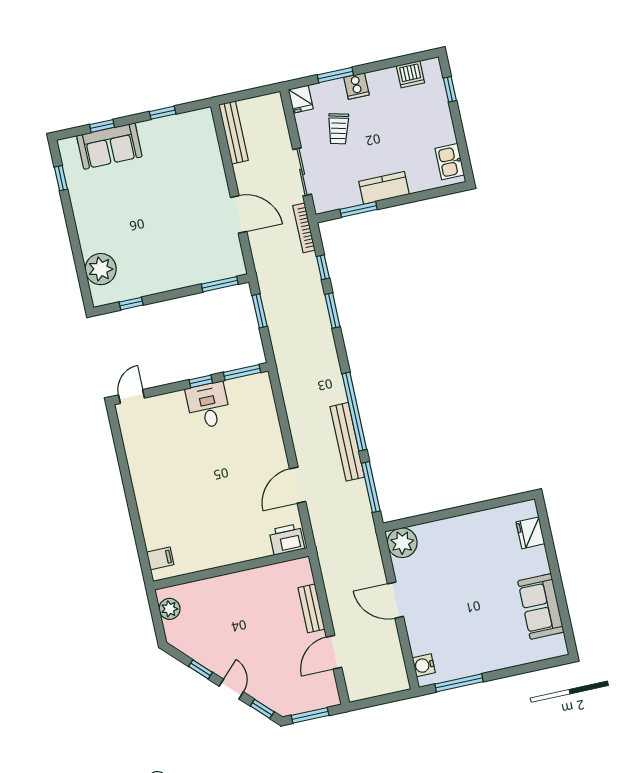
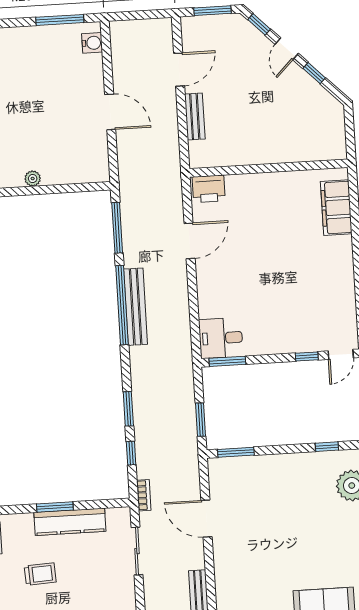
trolley: (338, 129) -> (40, 574), moved, turned 73
kitchen counter: (384, 188) -> (70, 522), width x1.50
window: (359, 209) -> (55, 507), moved
bookcase: (304, 228) -> (144, 495), width x0.64
window: (201, 381) -> (307, 356), moved
desk: (208, 405) -> (221, 338), moved, turned 90
bench: (347, 442) -> (136, 307), moved
plant: (402, 543) -> (33, 179), moved, width x0.53, depth x0.53
filing cabinet: (160, 558) -> (336, 208), width x3.00, depth x1.17
plant: (170, 609) -> (336, 138), removed

